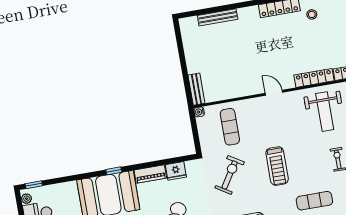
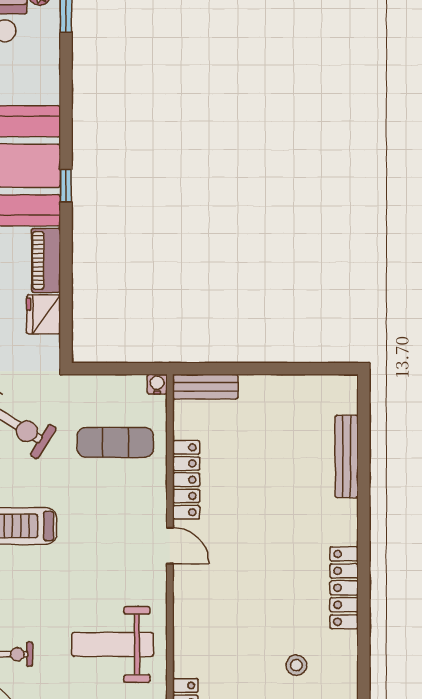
stool: (312, 14) -> (296, 665), moved
locker: (314, 78) -> (186, 480), moved
door: (274, 93) -> (170, 546), hinge flipped

